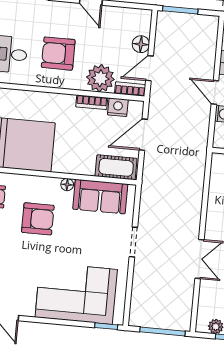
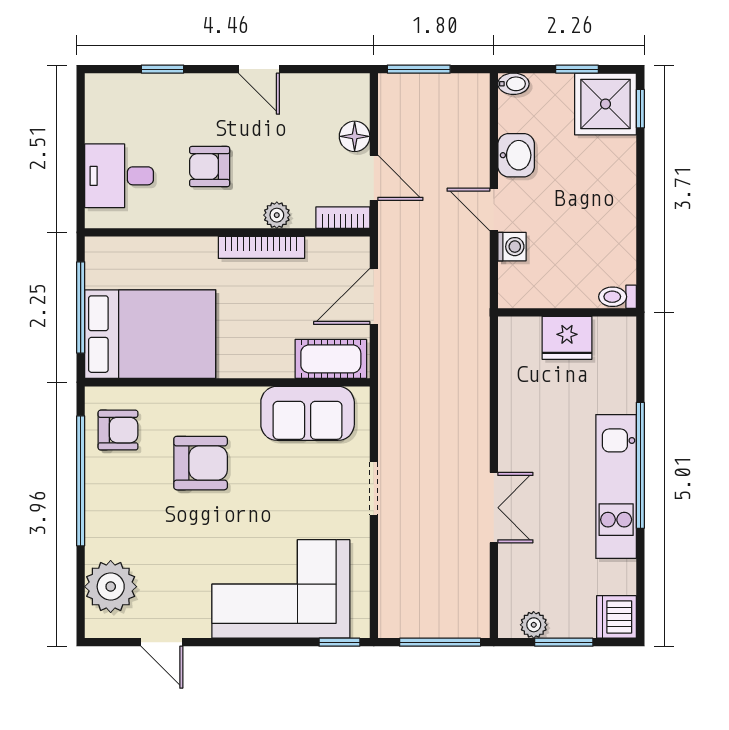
armchair: (58, 54) -> (210, 167), width x0.72, depth x0.72
door: (149, 68) -> (374, 178), swing flipped
plant: (100, 78) -> (277, 215), width x0.53, depth x0.53
bookcase: (92, 102) -> (261, 247), width x1.56
nightstand: (118, 107) -> (324, 252), removed
floor lamp: (67, 185) -> (247, 397), removed

